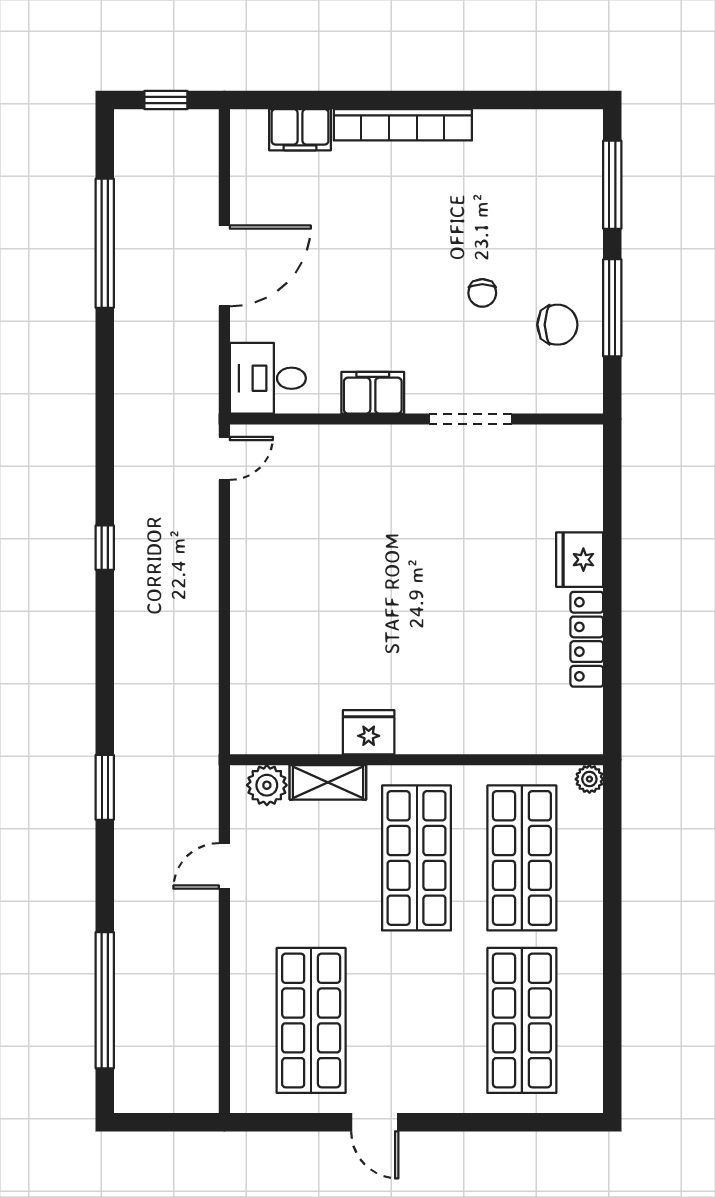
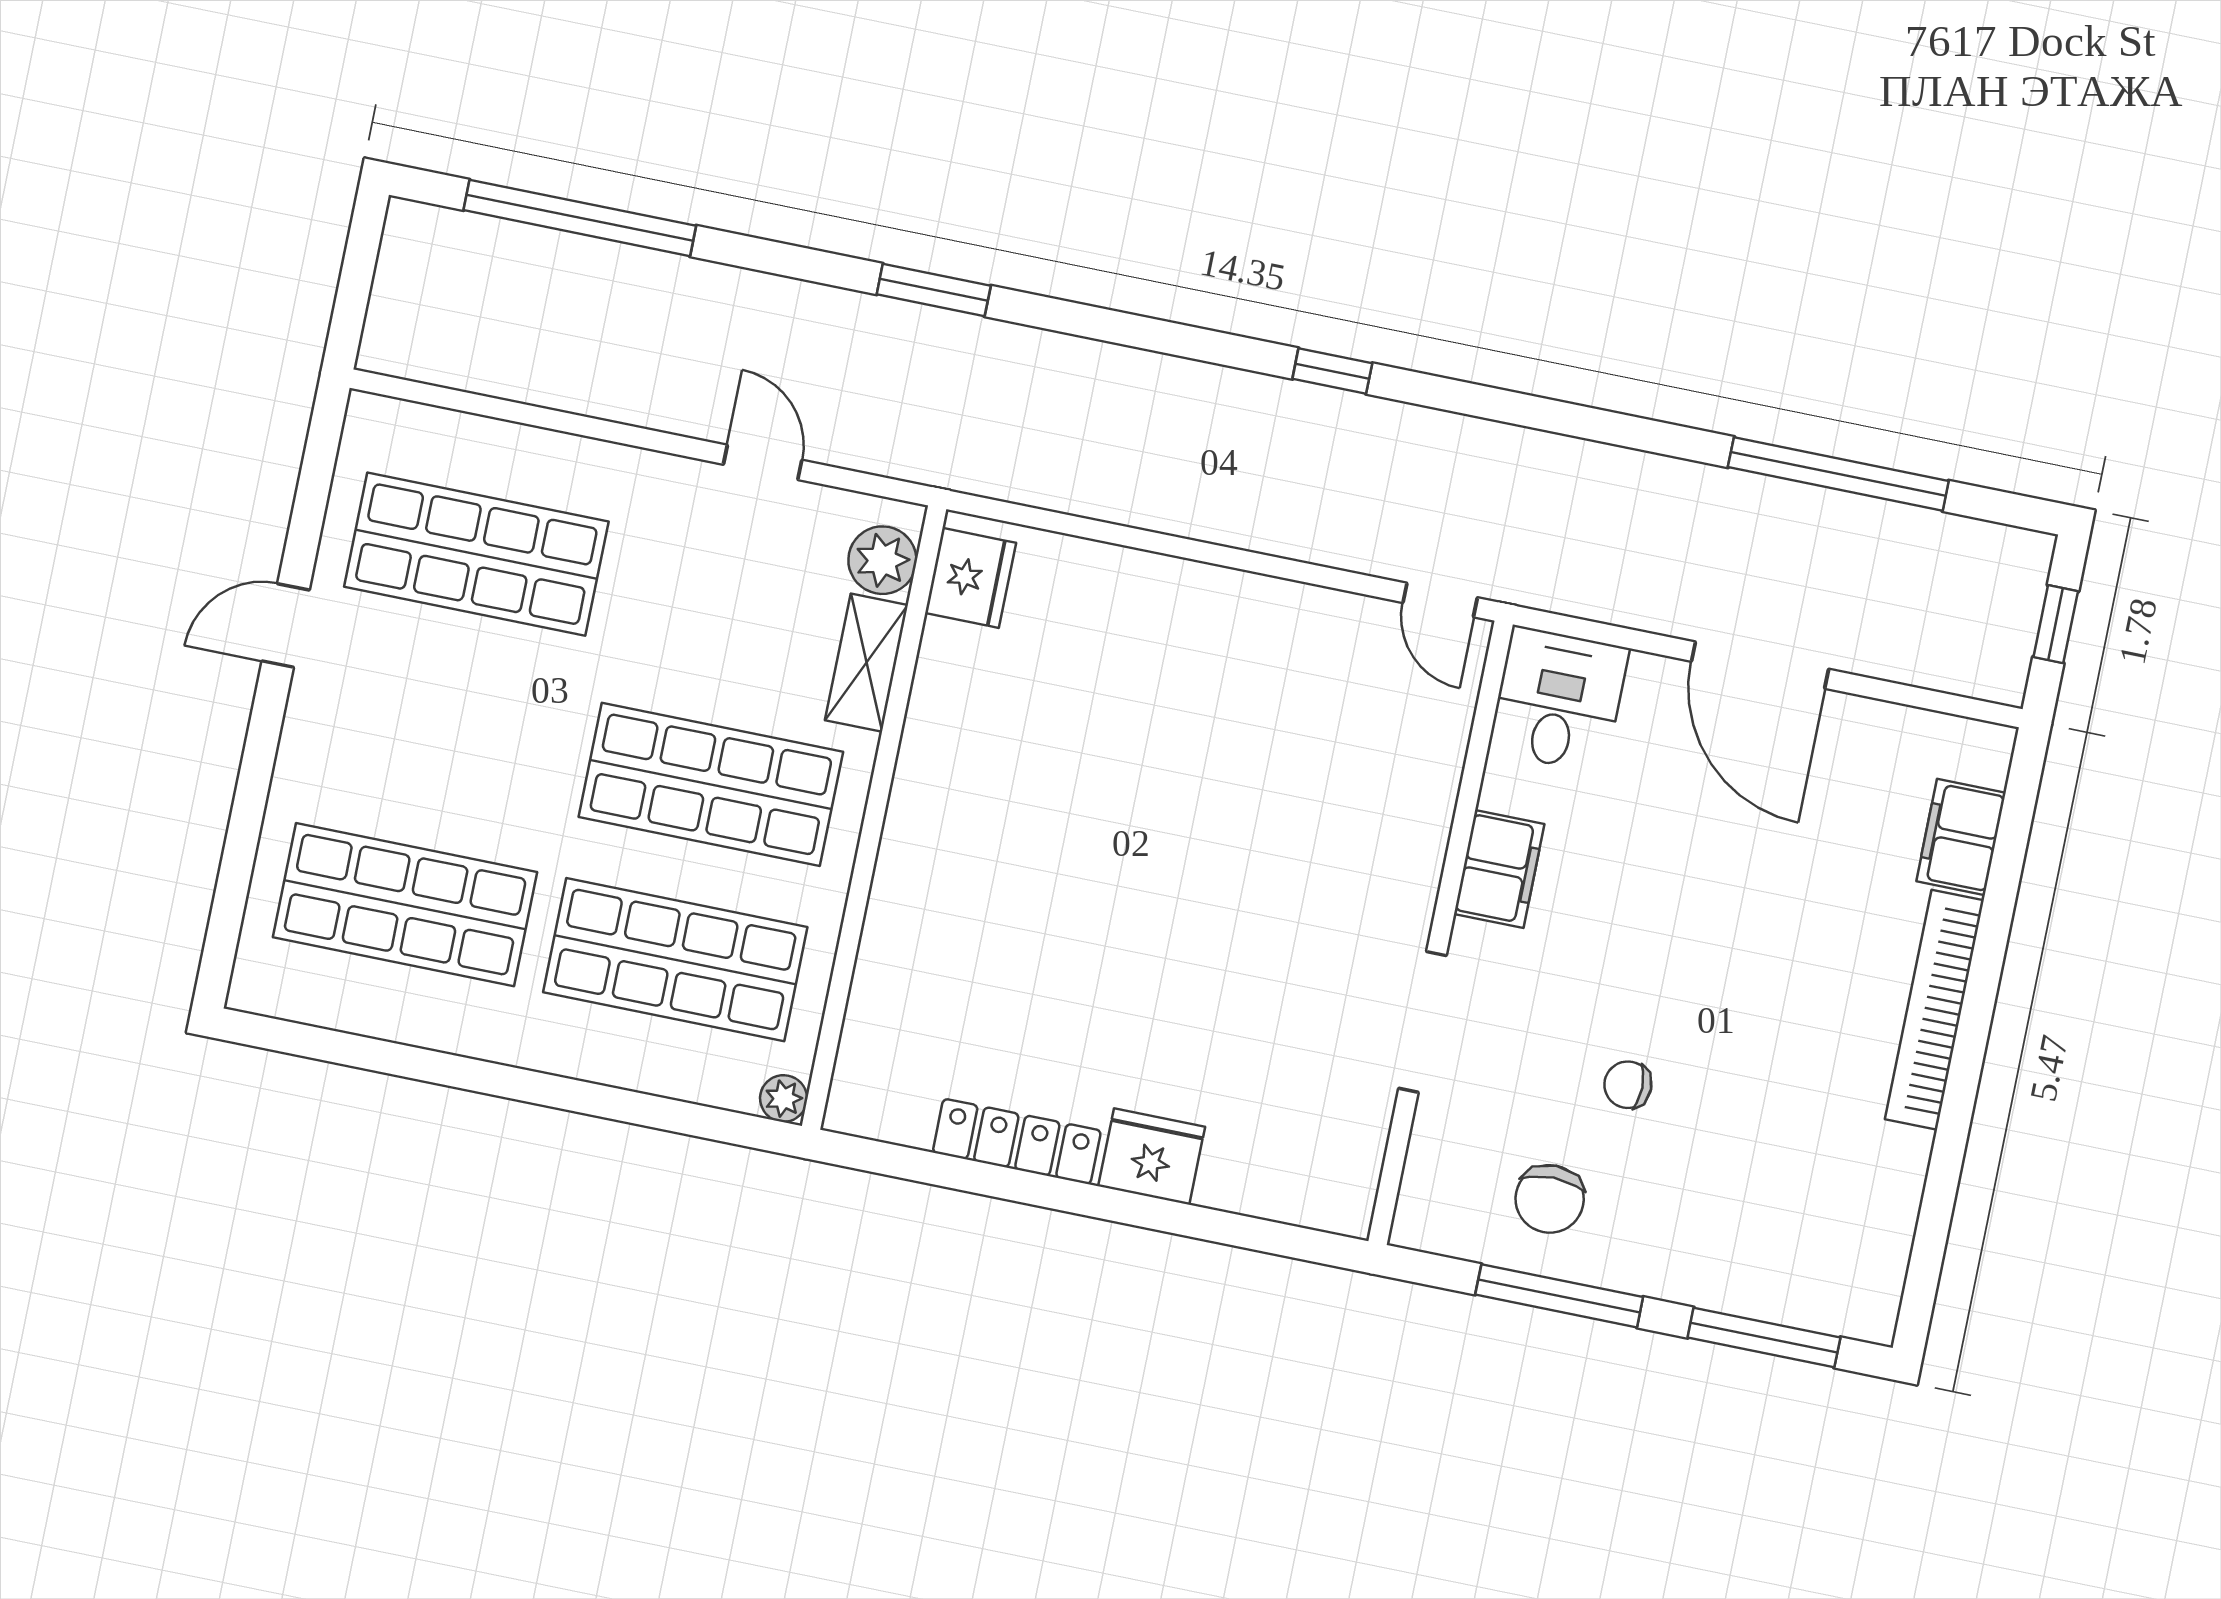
fridge: (369, 732) -> (971, 578), moved

